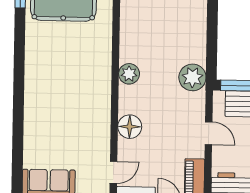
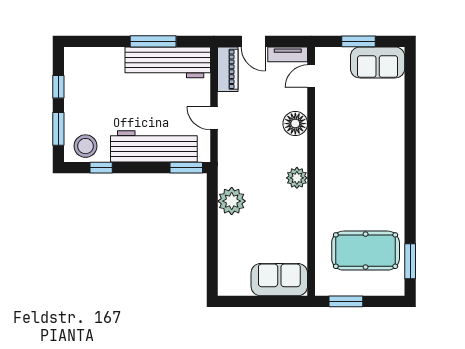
plant: (192, 77) -> (232, 201), moved

